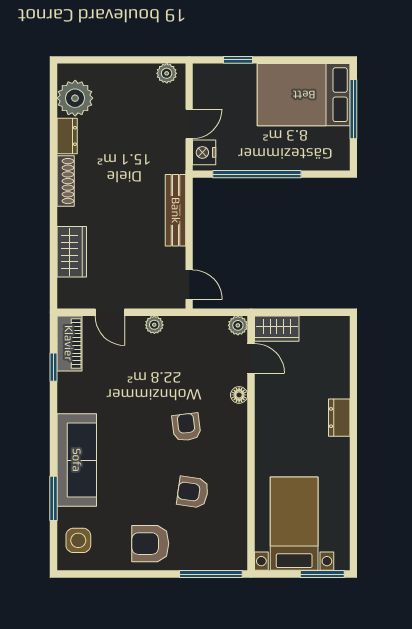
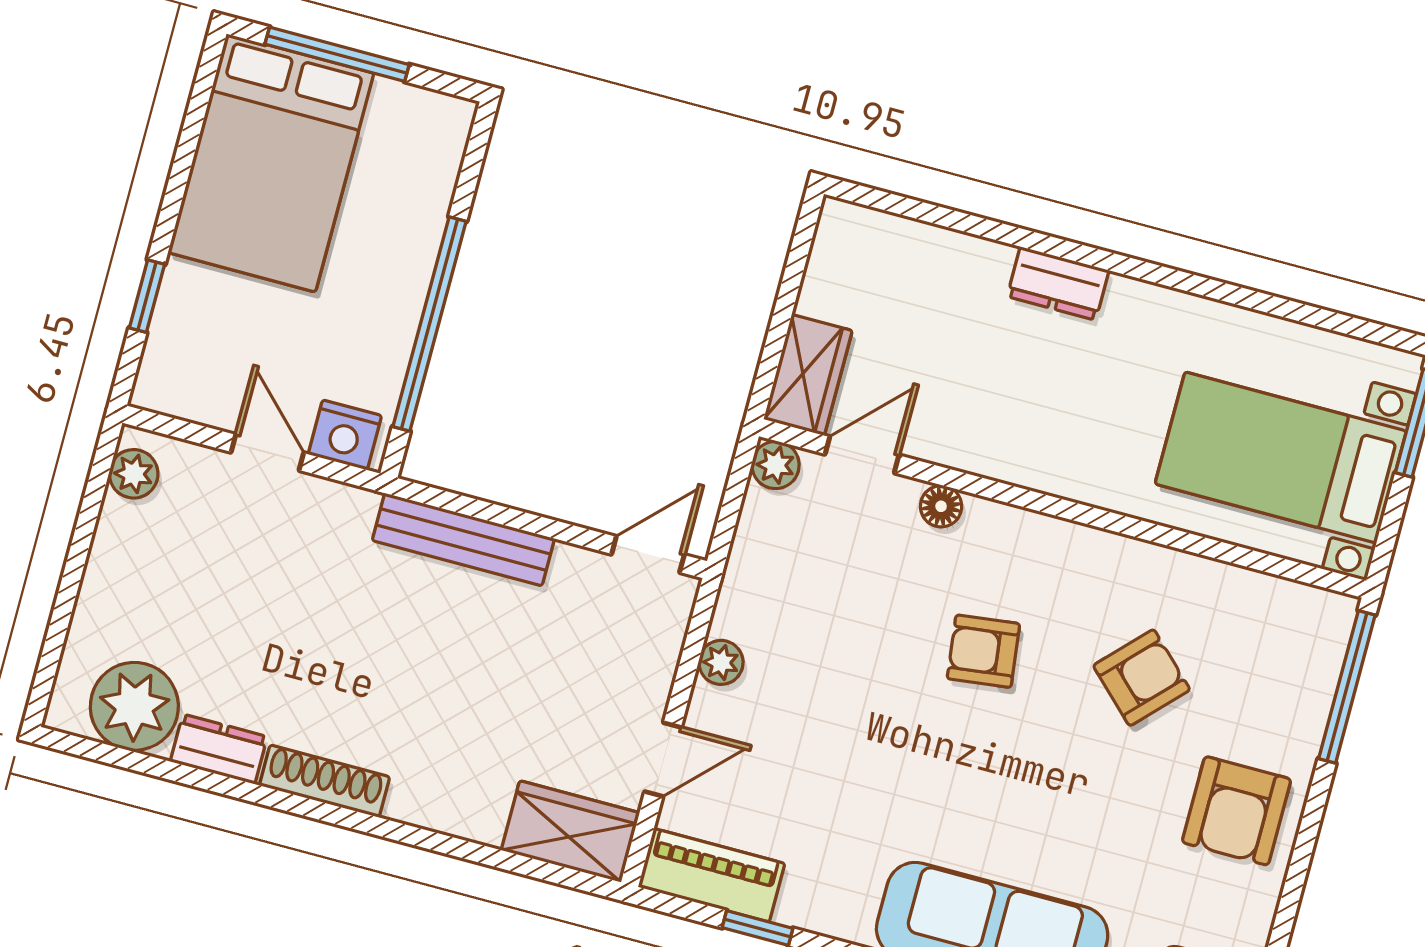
wardrobe: (72, 252) -> (570, 831), moved
armchair: (193, 492) -> (1142, 678), turned -144

